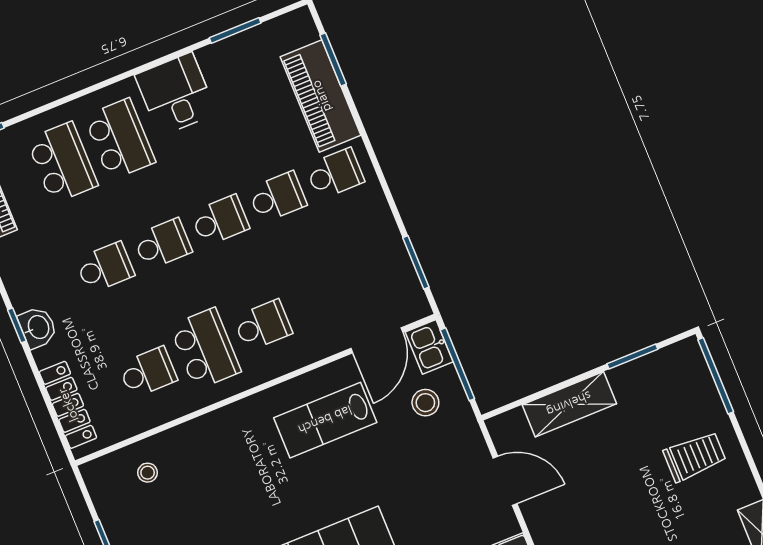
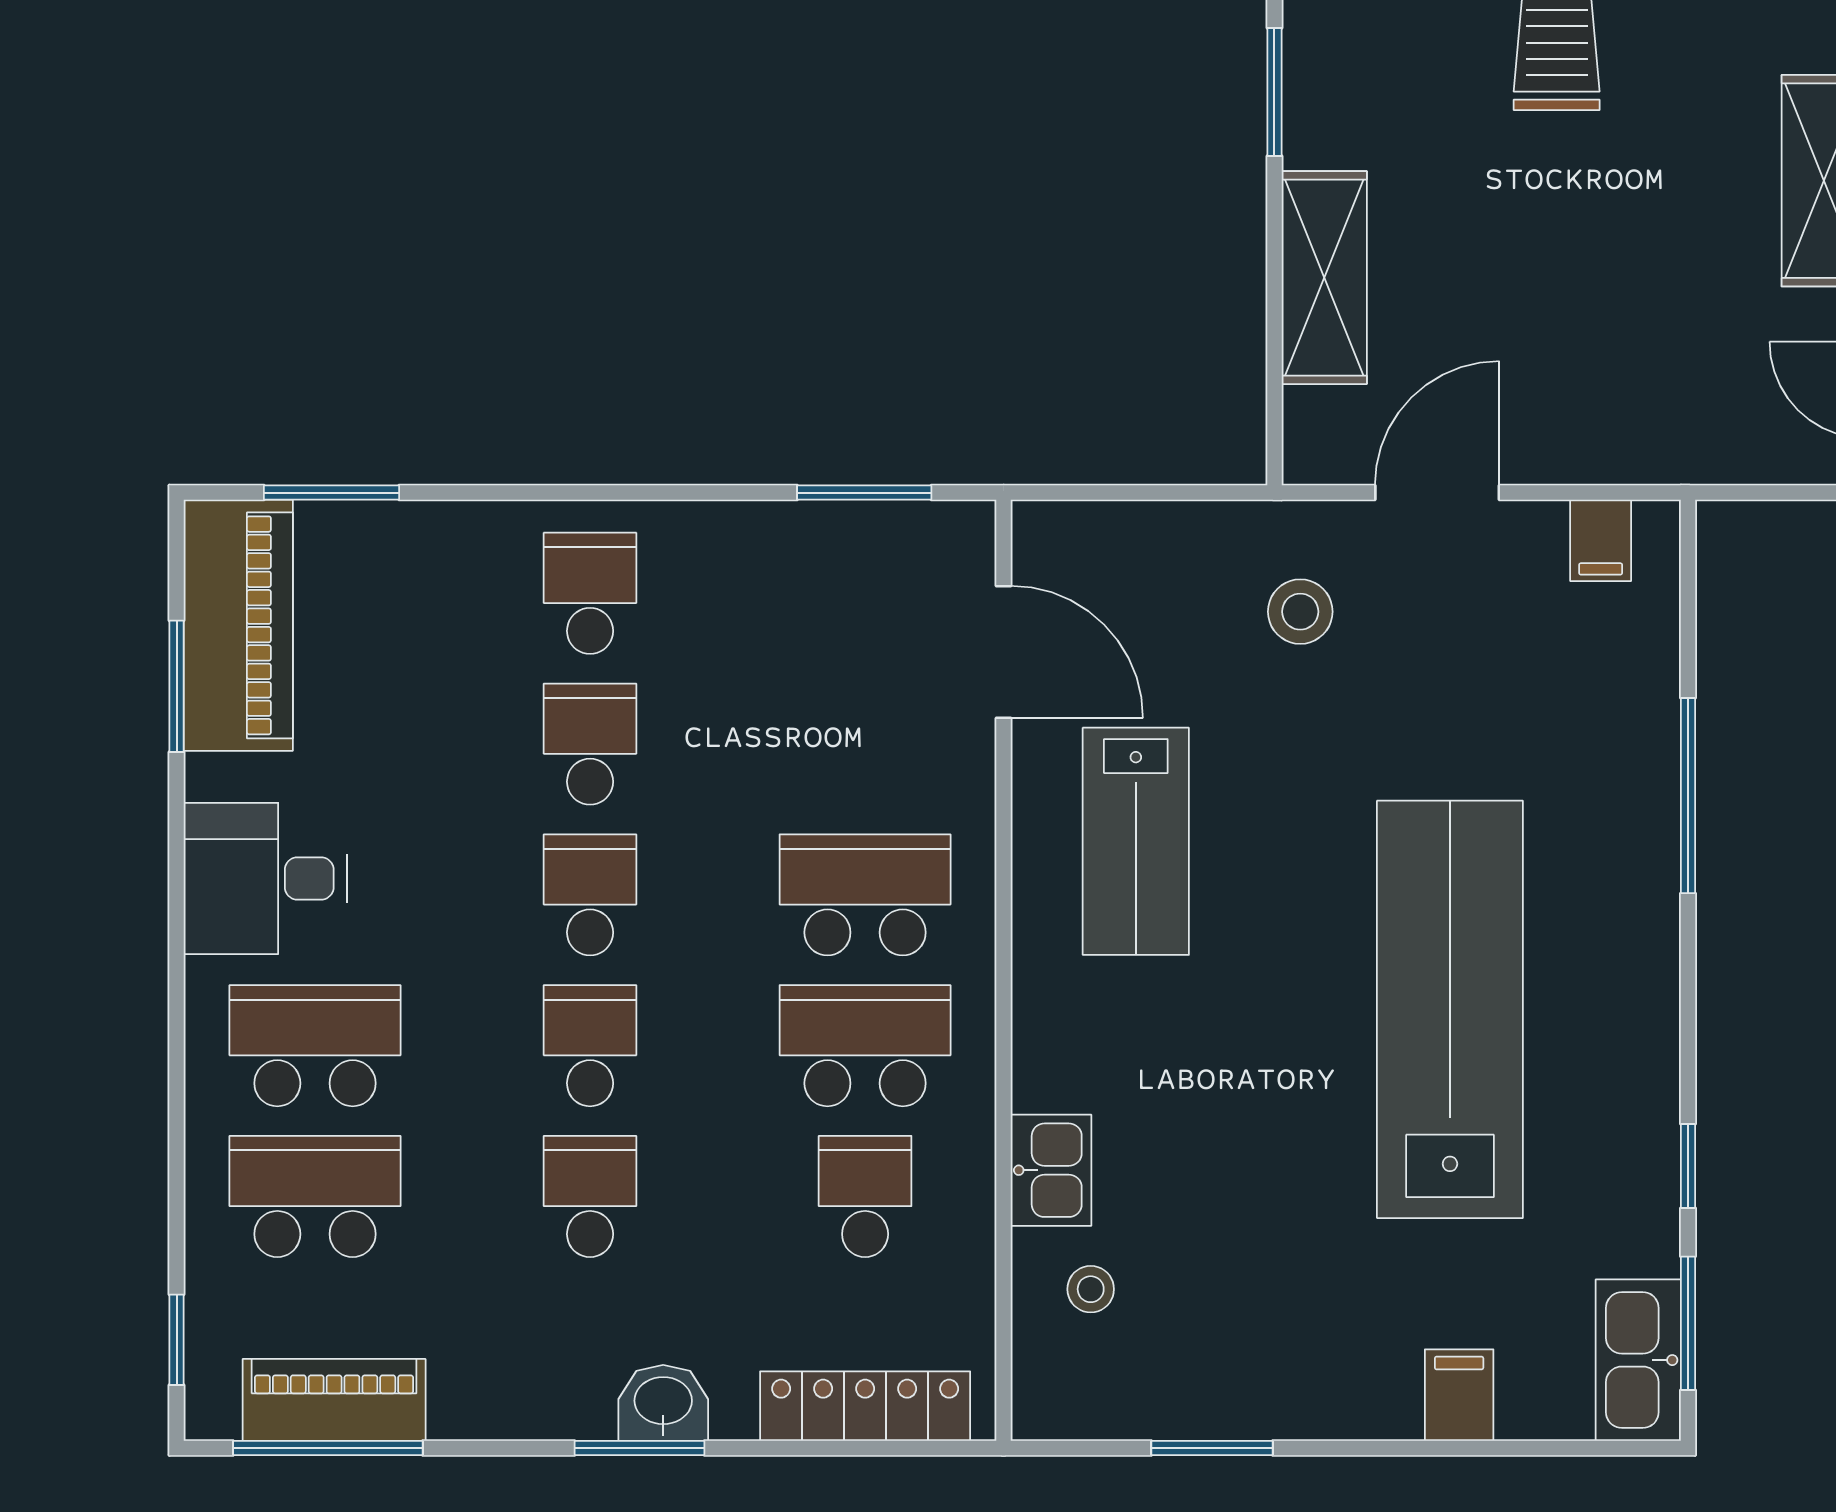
piano: (321, 96) -> (238, 625), moved, turned -90
window: (17, 325) -> (640, 1448), width x1.50
school desk: (263, 325) -> (865, 895), width x1.85
kitchen sink: (429, 347) -> (1051, 1170), moved, turned -90
window: (457, 364) -> (1131, 493), removed
stool: (425, 403) -> (1300, 612), moved

